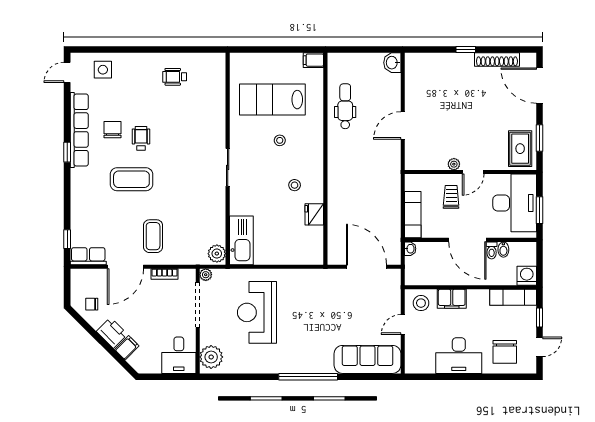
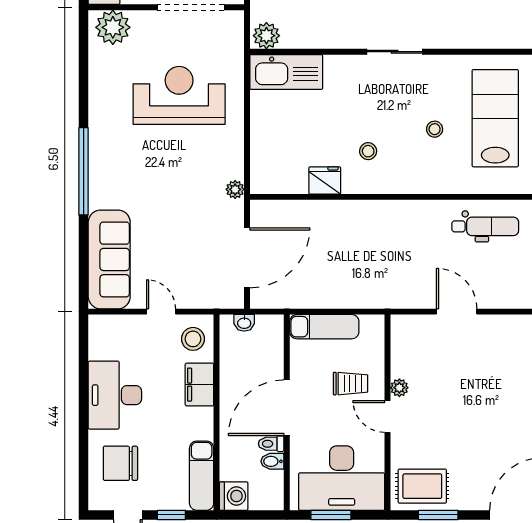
washbasin: (410, 249) -> (244, 323), moved
plant: (206, 275) -> (235, 189), moved

